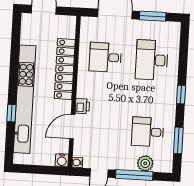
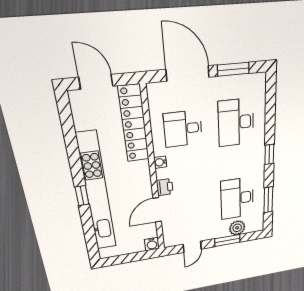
locker: (65, 69) -> (134, 124), moved
window: (11, 113) -> (82, 196), moved
desk: (148, 132) -> (237, 198), width x1.37
water cooler: (77, 162) -> (160, 162), moved
window: (134, 175) -> (227, 240), width x0.69

